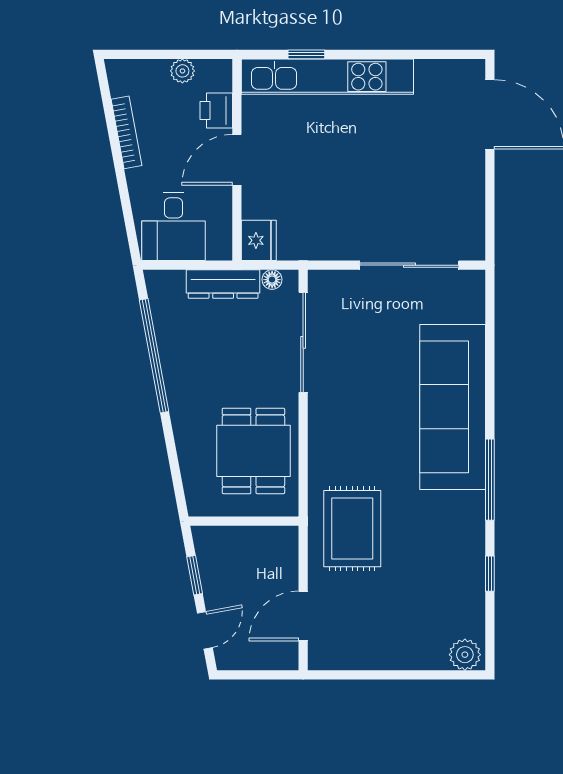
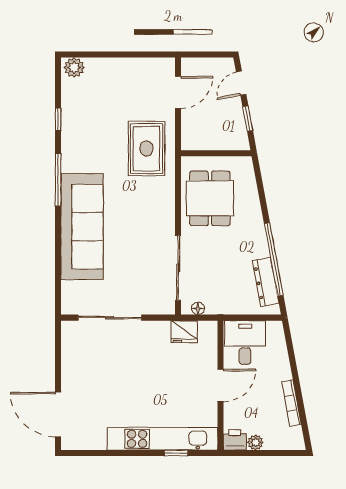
printer: (216, 111) -> (235, 440), moved, turned -90
desk: (174, 226) -> (245, 343), moved
fridge: (259, 240) -> (184, 332), moved, turned -90
dresser: (223, 284) -> (266, 282), moved, turned -100

